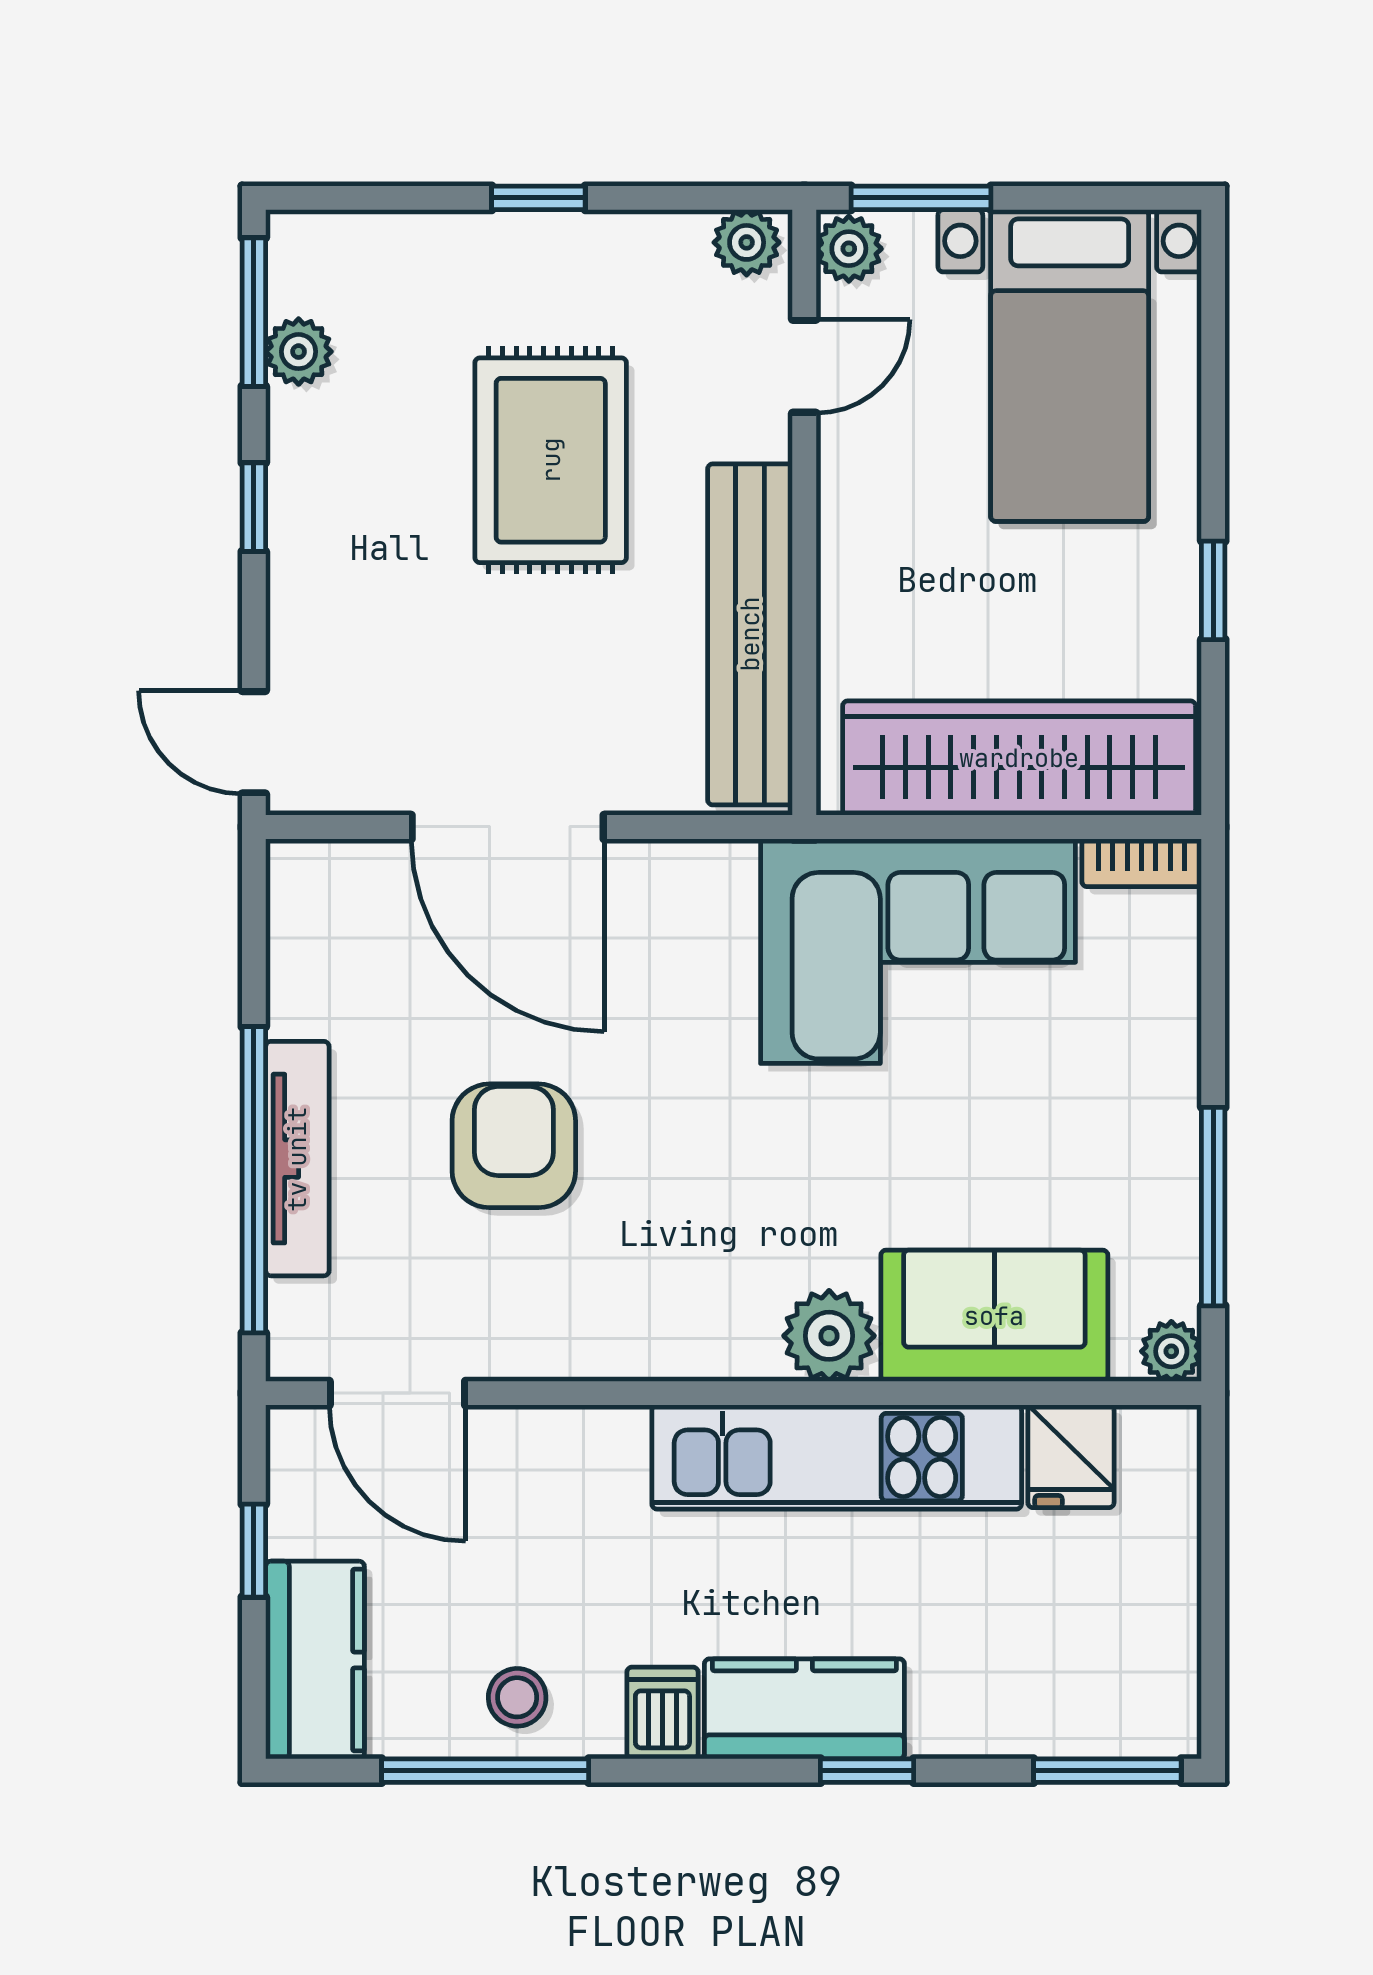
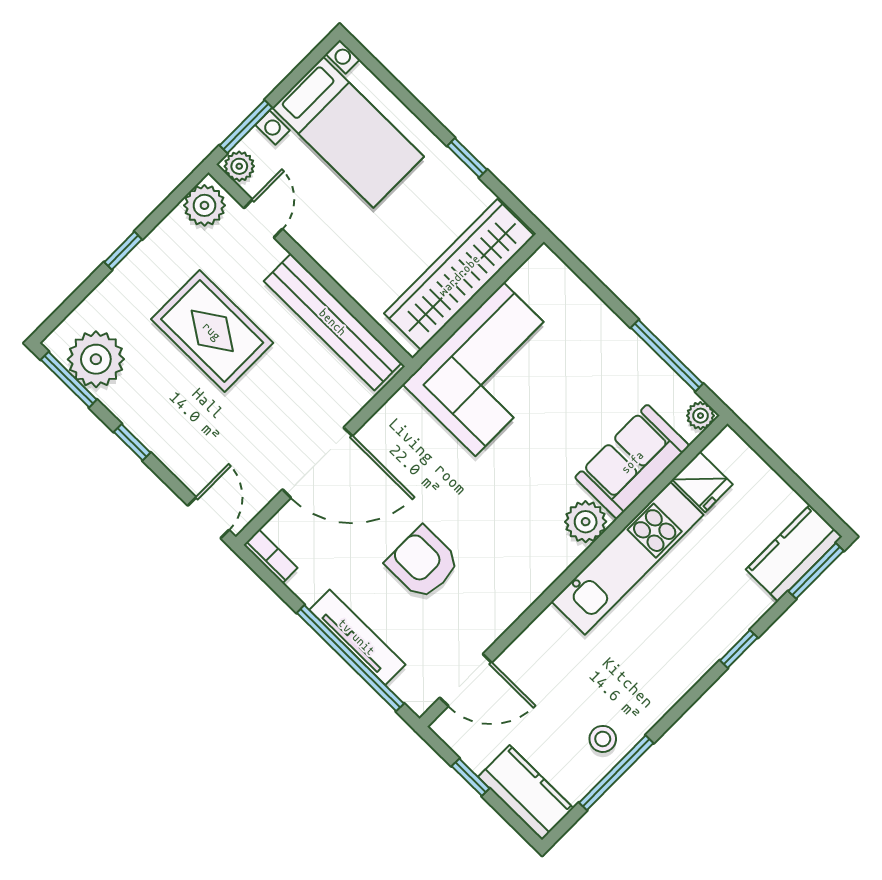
plant: (747, 242) -> (204, 205), width x1.38, depth x1.38
plant: (299, 352) -> (96, 359), width x1.87, depth x1.87
door: (254, 742) -> (208, 518), swing flipped
bookcase: (1142, 863) -> (271, 556), moved, turned -90
kitchen counter: (804, 1709) -> (794, 553), moved
dishwasher: (662, 1713) -> (654, 697), removed

